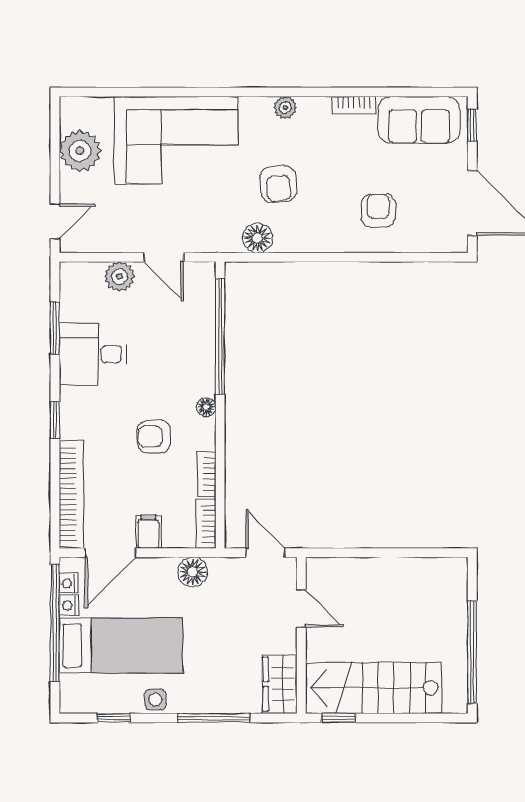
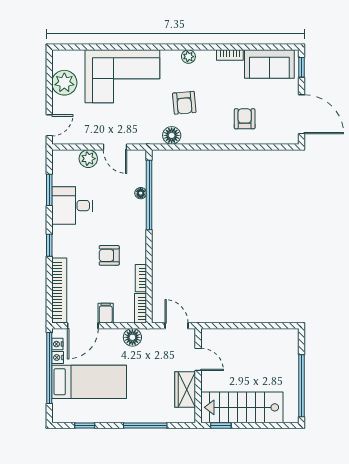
floor lamp: (206, 407) -> (141, 193), moved
wardrobe: (280, 684) -> (185, 390), moved
side table: (155, 699) -> (110, 414), removed

